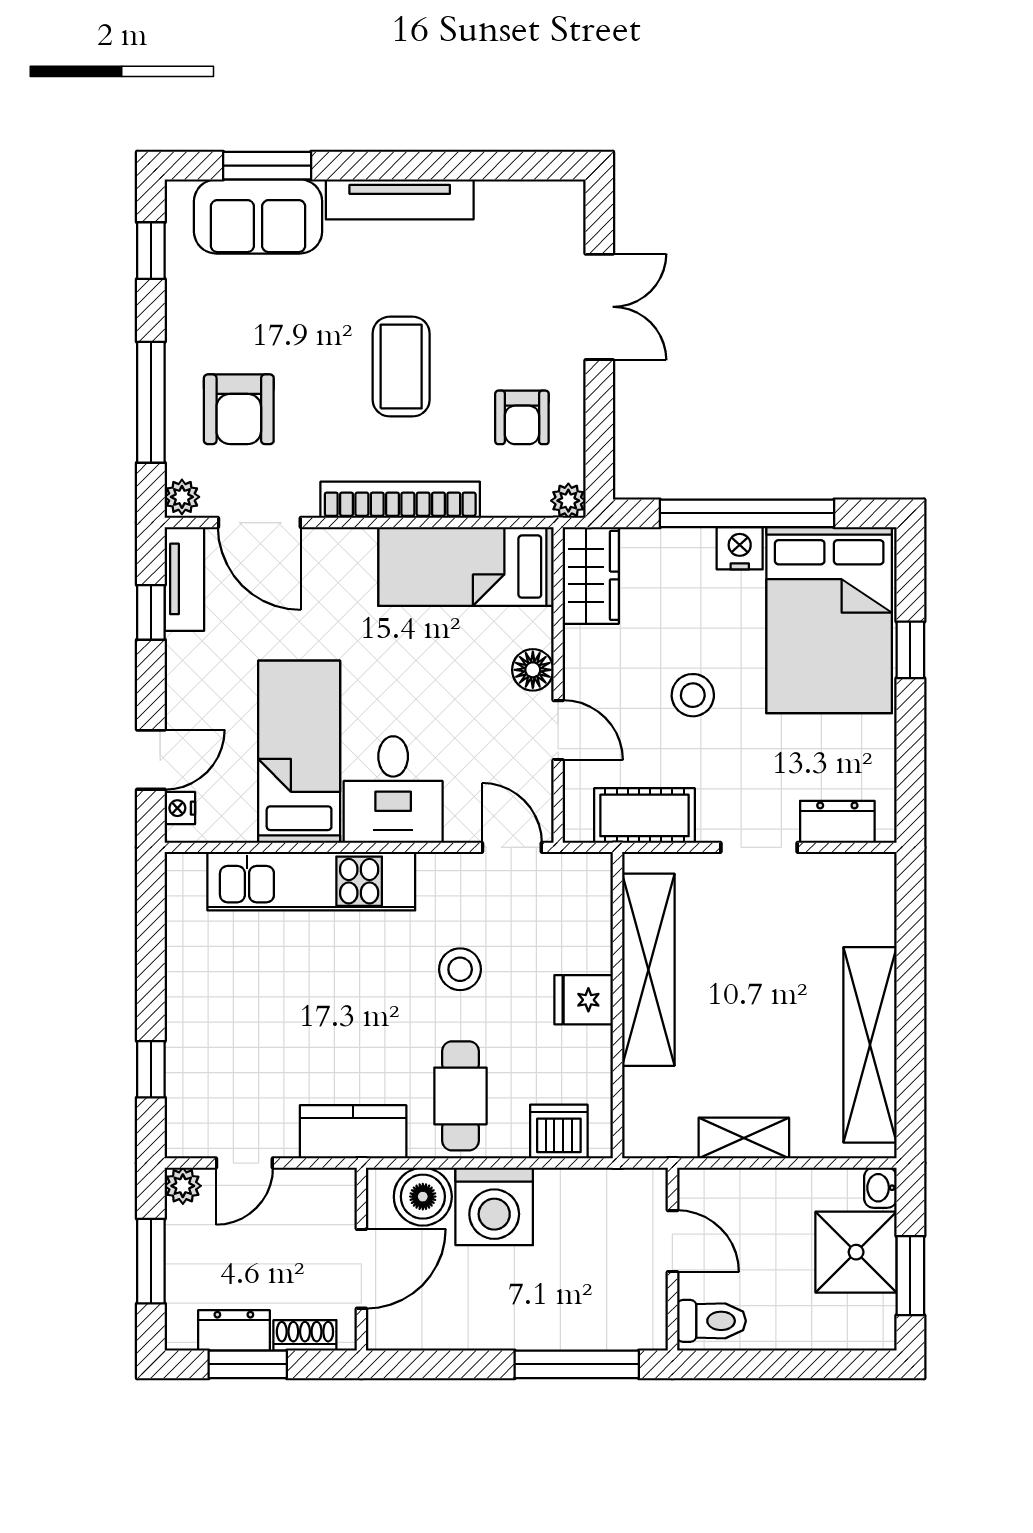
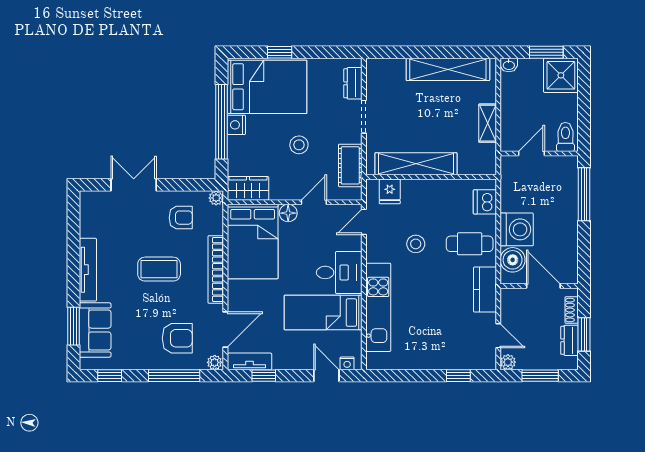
bed: (466, 567) -> (253, 241), width x1.50
fridge: (584, 1000) -> (390, 191), moved
shower: (856, 1252) -> (561, 75), moved

